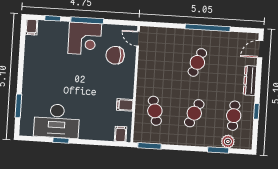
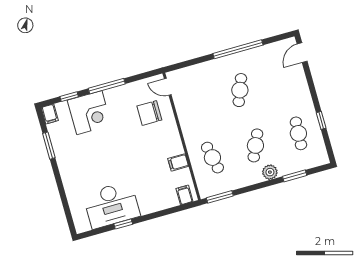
corner desk: (85, 39) -> (89, 113), moved
dresser: (250, 81) -> (303, 90), removed
window: (18, 106) -> (49, 146), moved
plant: (228, 141) -> (270, 172), moved

